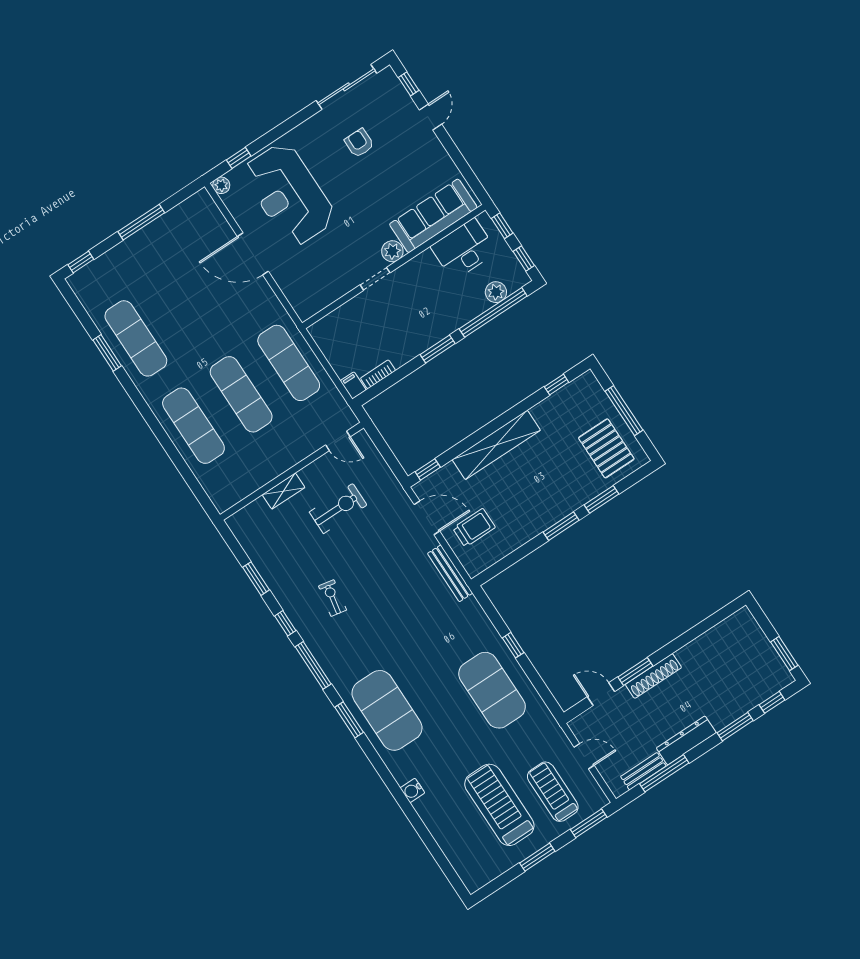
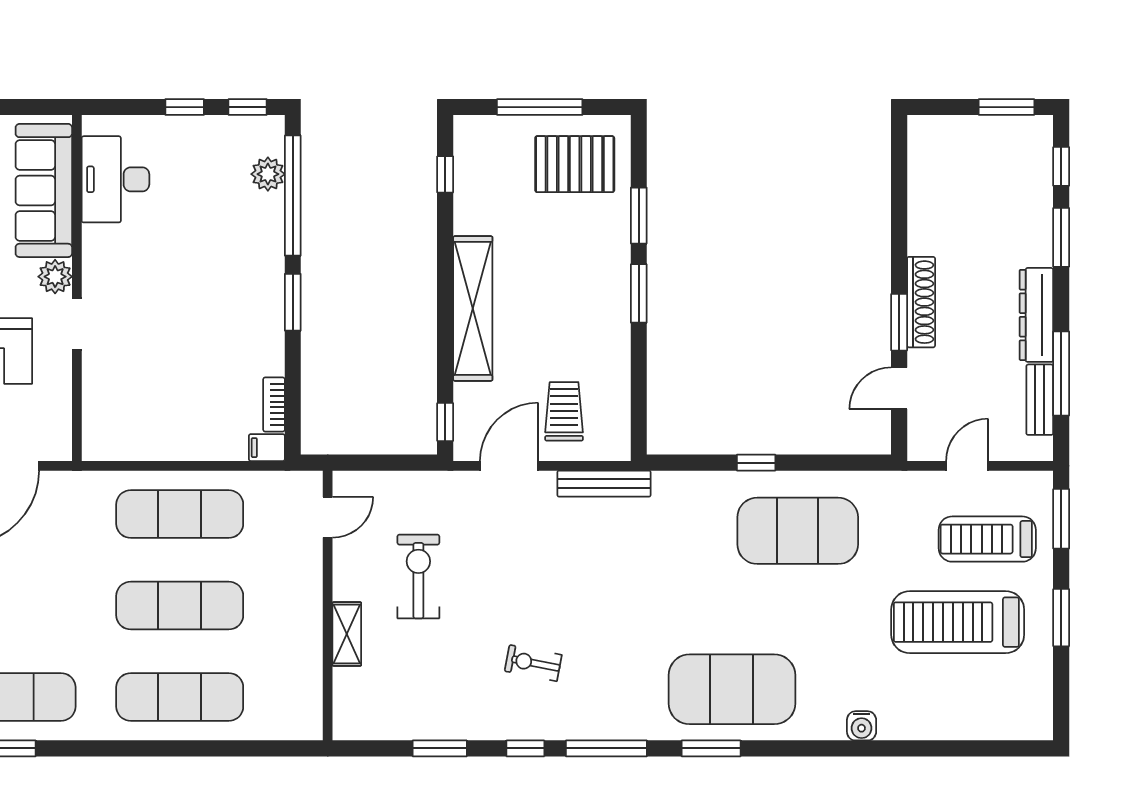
sofa: (433, 216) -> (44, 190), moved
desk: (464, 249) -> (115, 179), moved
plant: (392, 251) -> (55, 277), moved
wall: (394, 266) -> (77, 288), moved
doorway: (375, 279) -> (77, 324), moved

